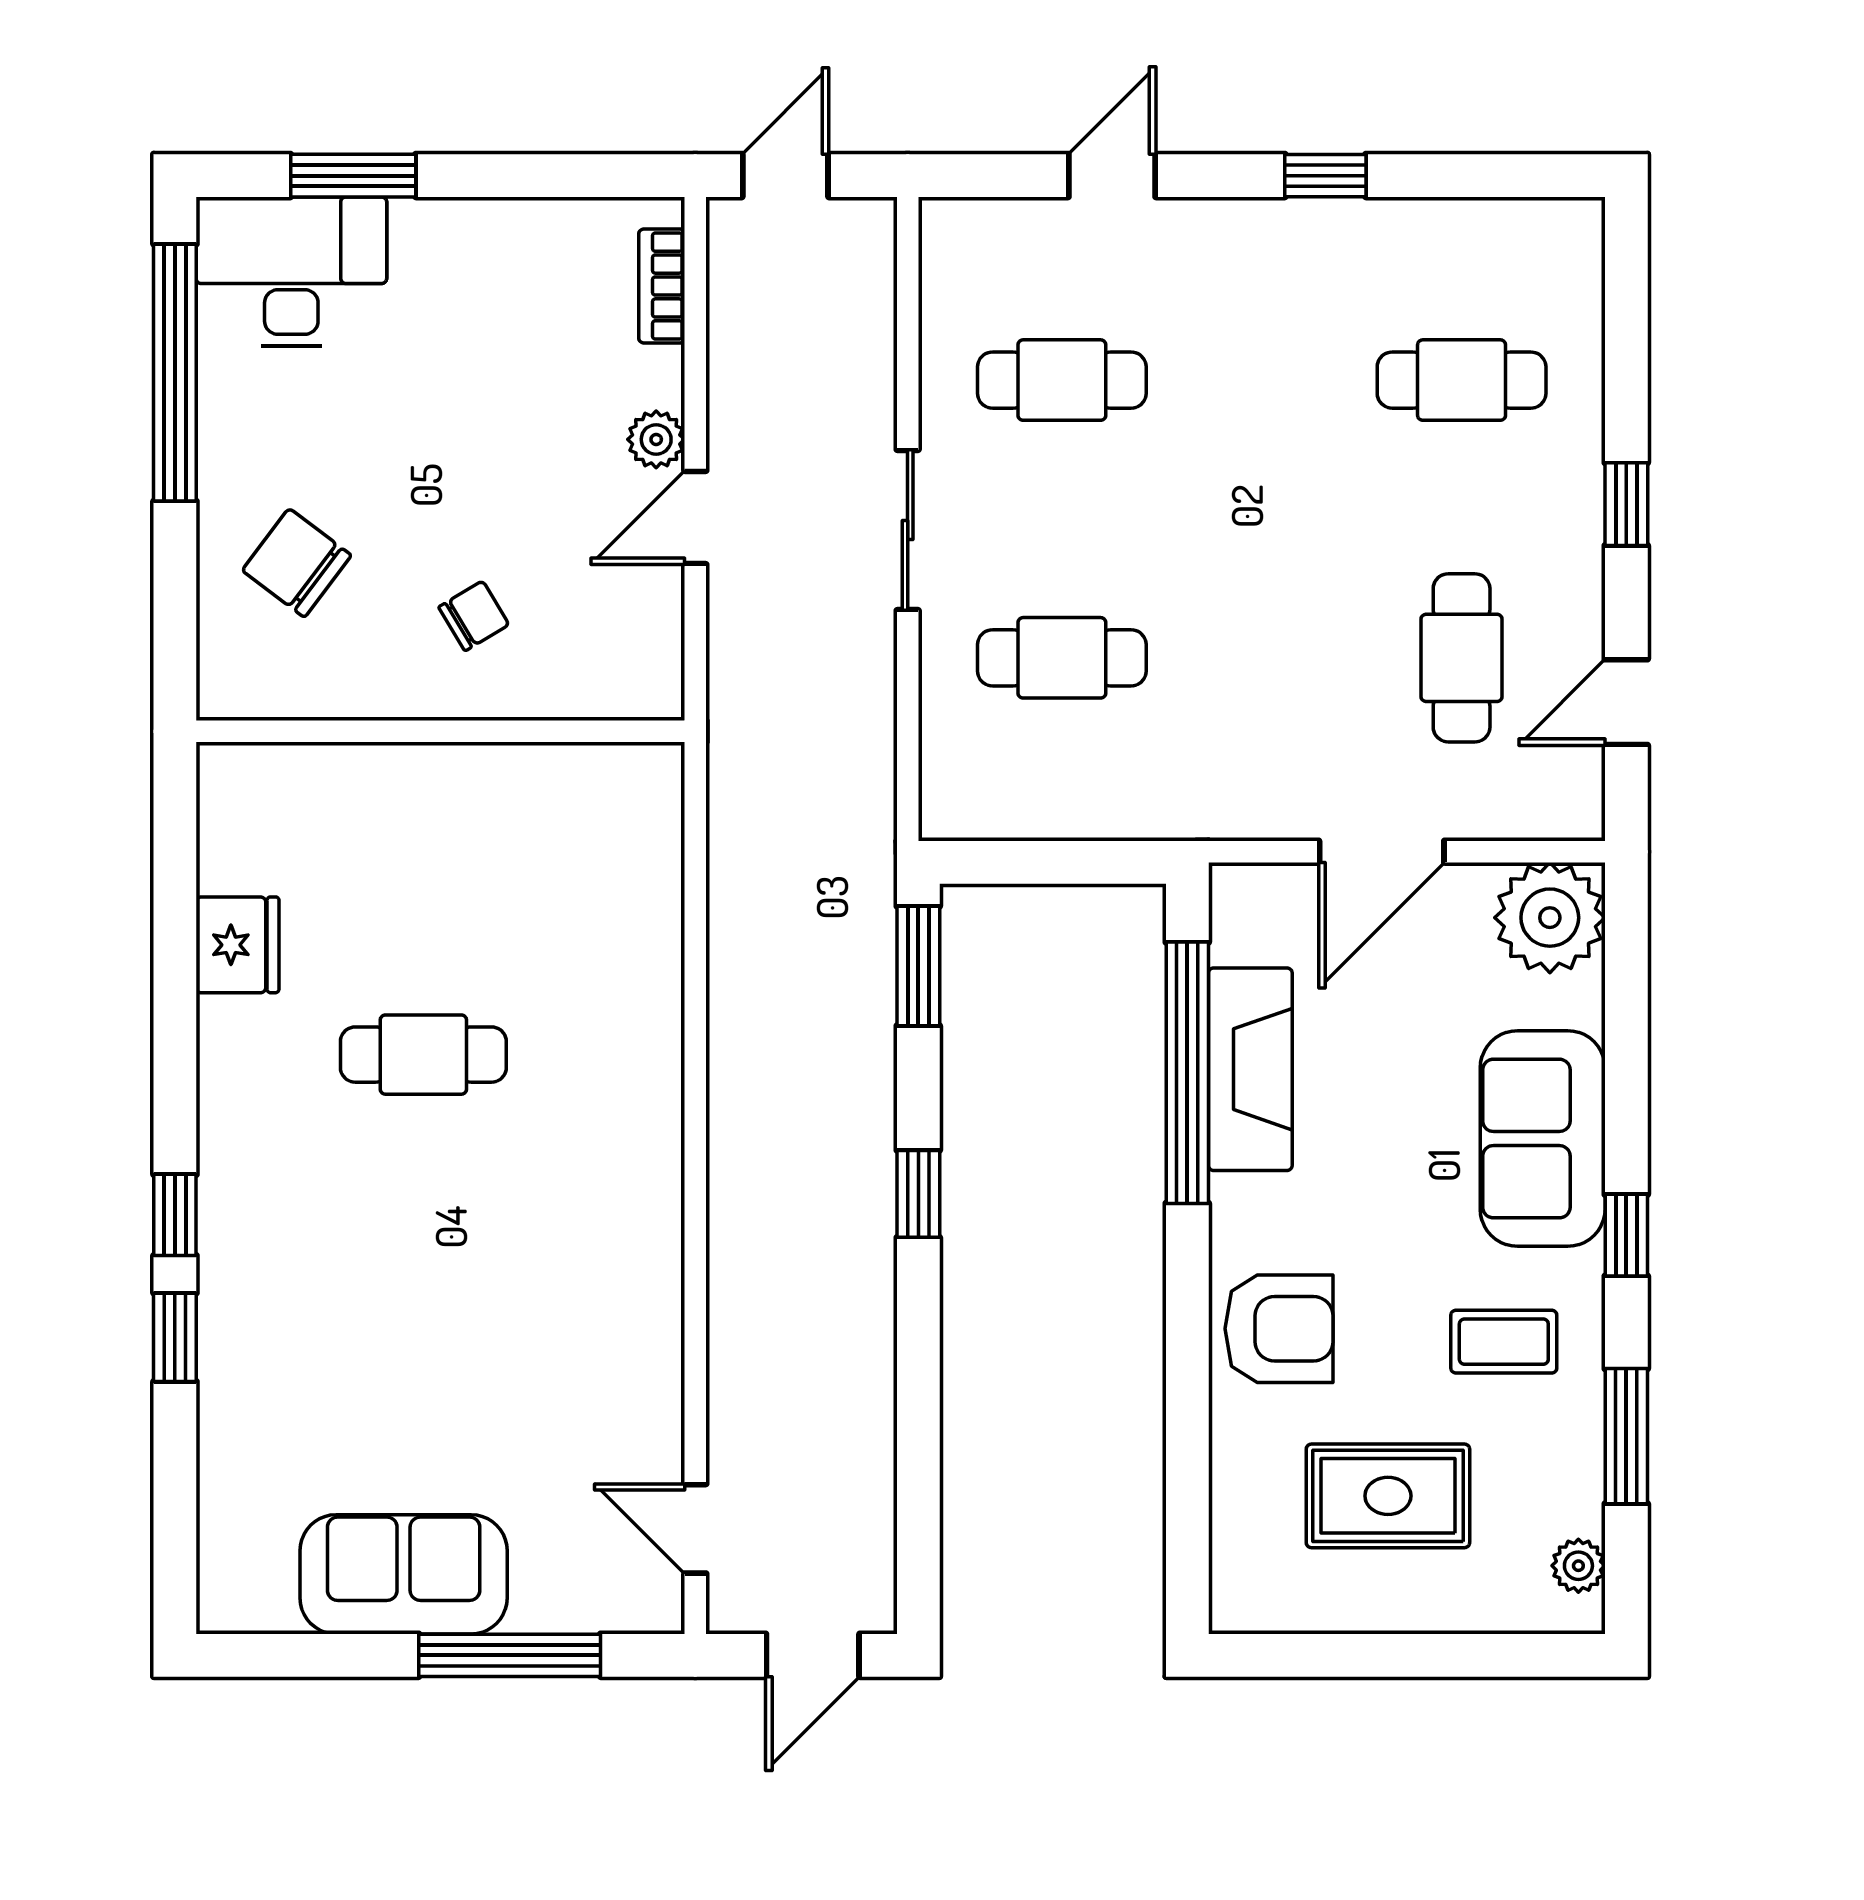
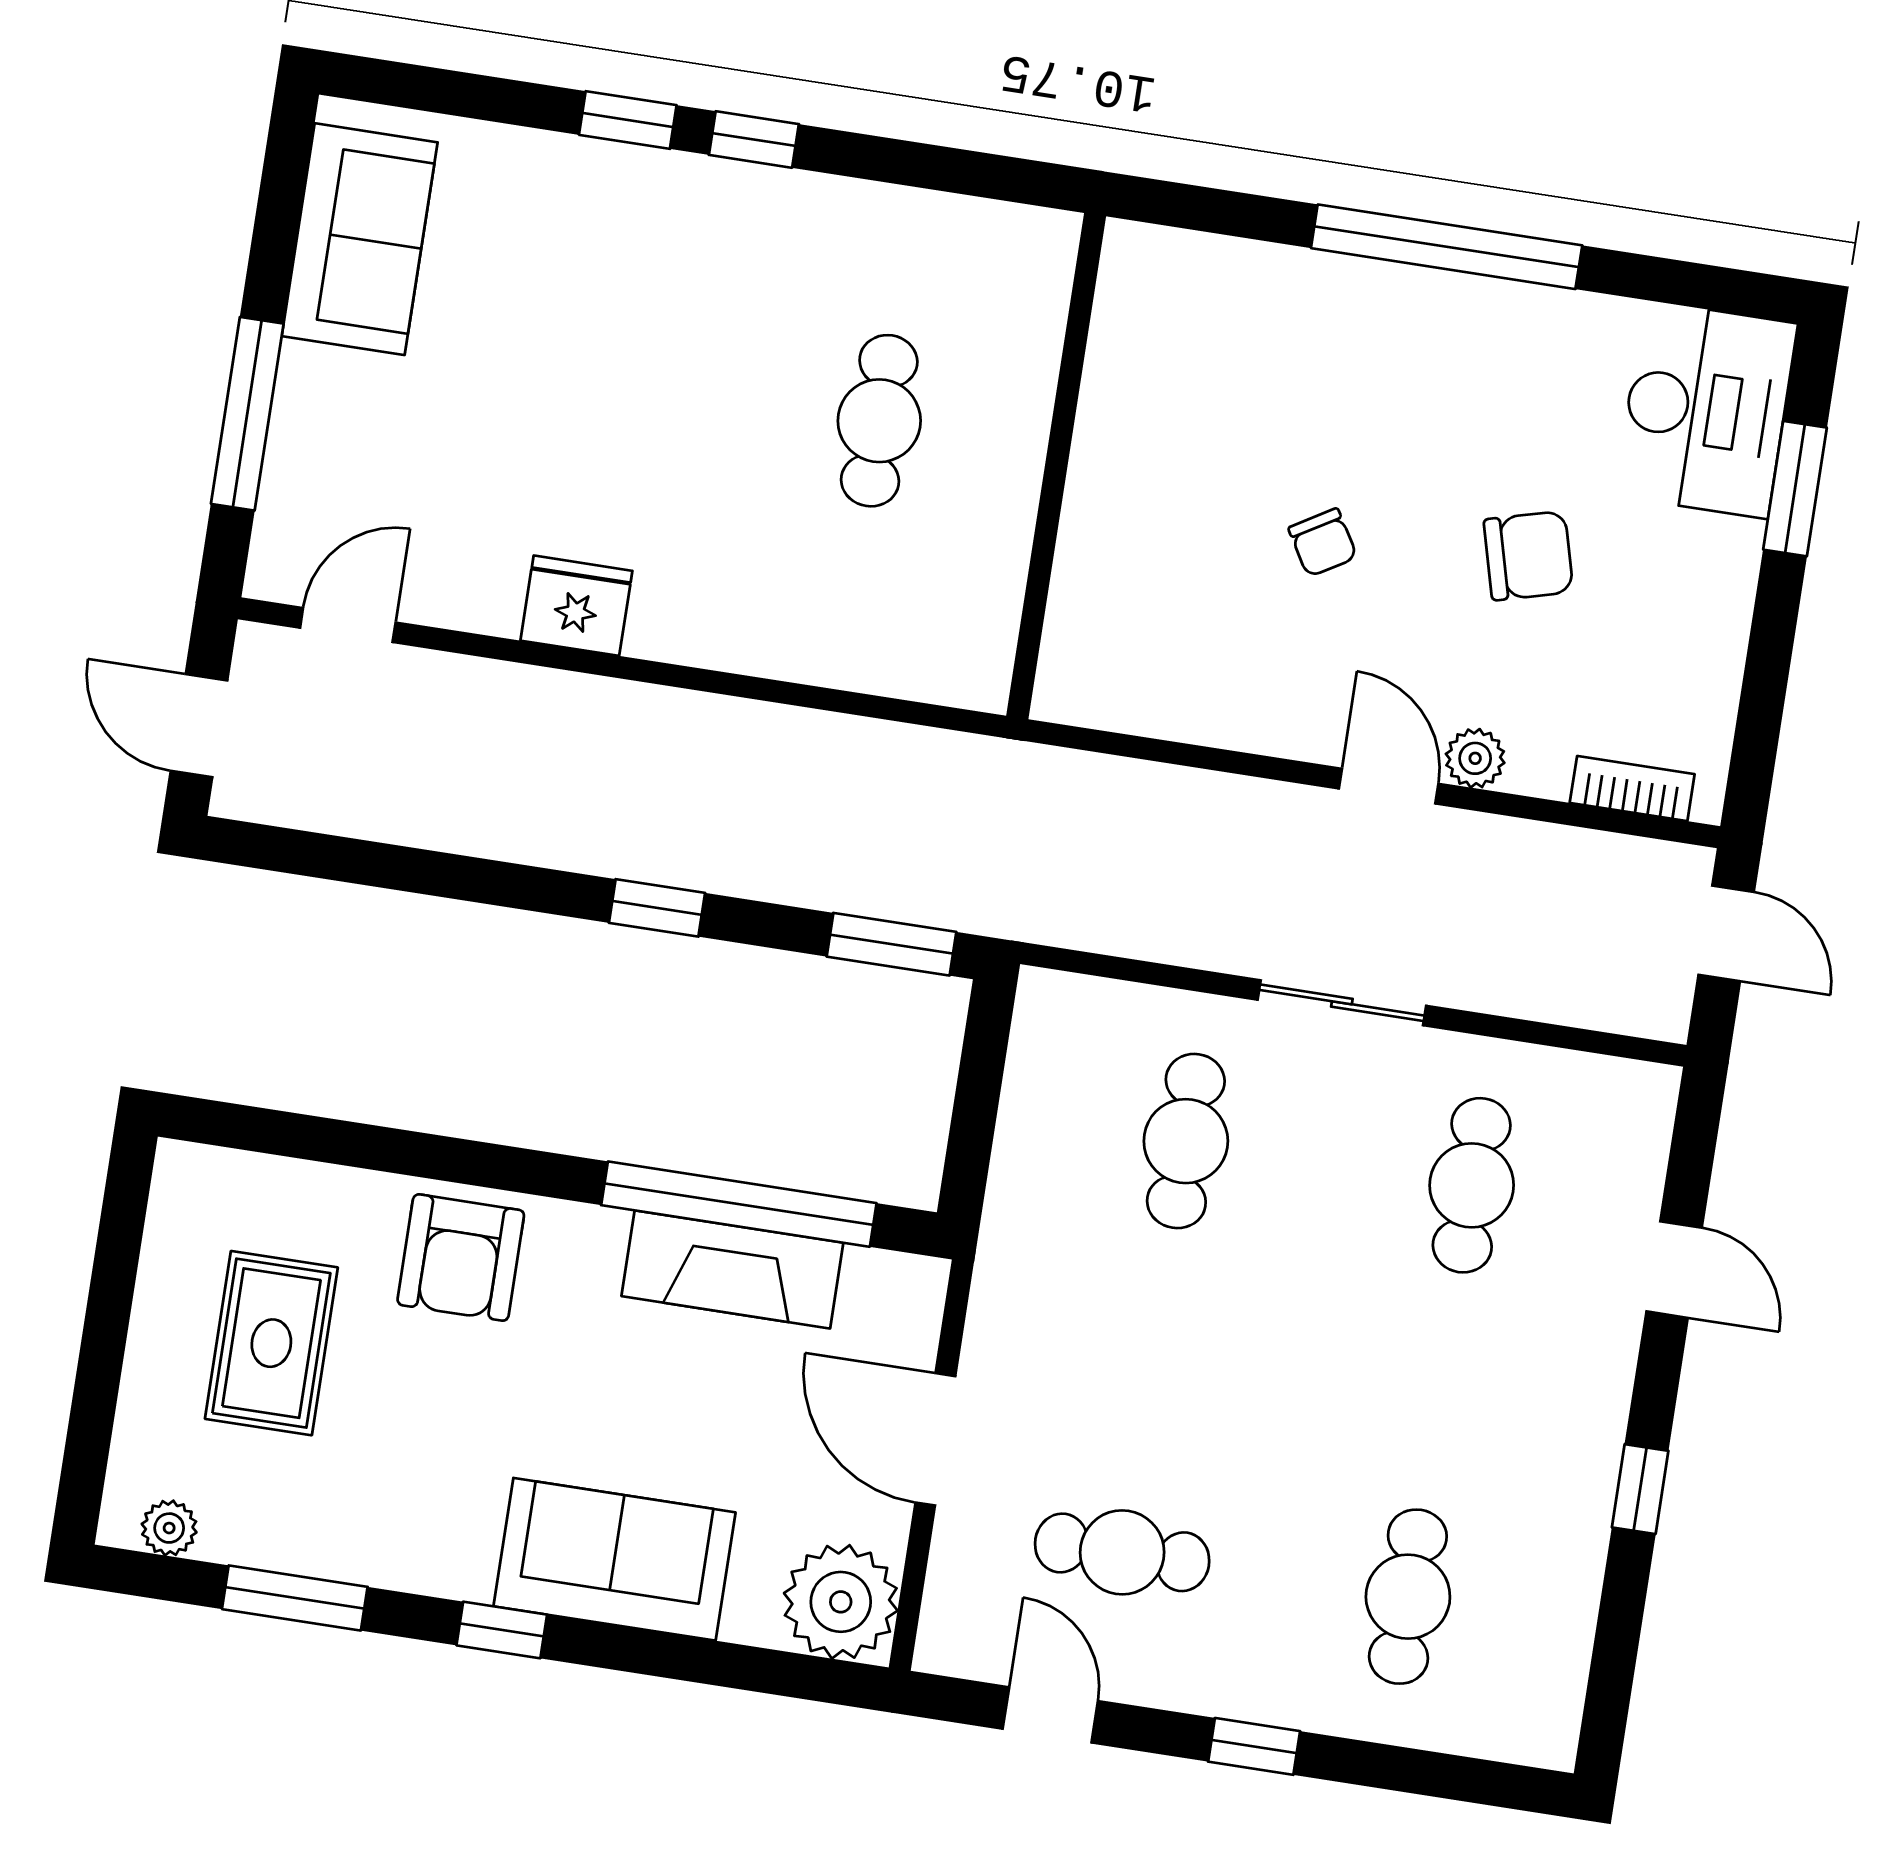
window: (175, 373) -> (1447, 247), moved
chair: (297, 563) -> (1529, 556), moved, turned 38
wall: (440, 731) -> (1056, 466), moved
fridge: (237, 945) -> (576, 606), moved, turned 180
coffee table: (1504, 1342) -> (412, 1487), removed
sofa: (404, 1574) -> (360, 239), moved

